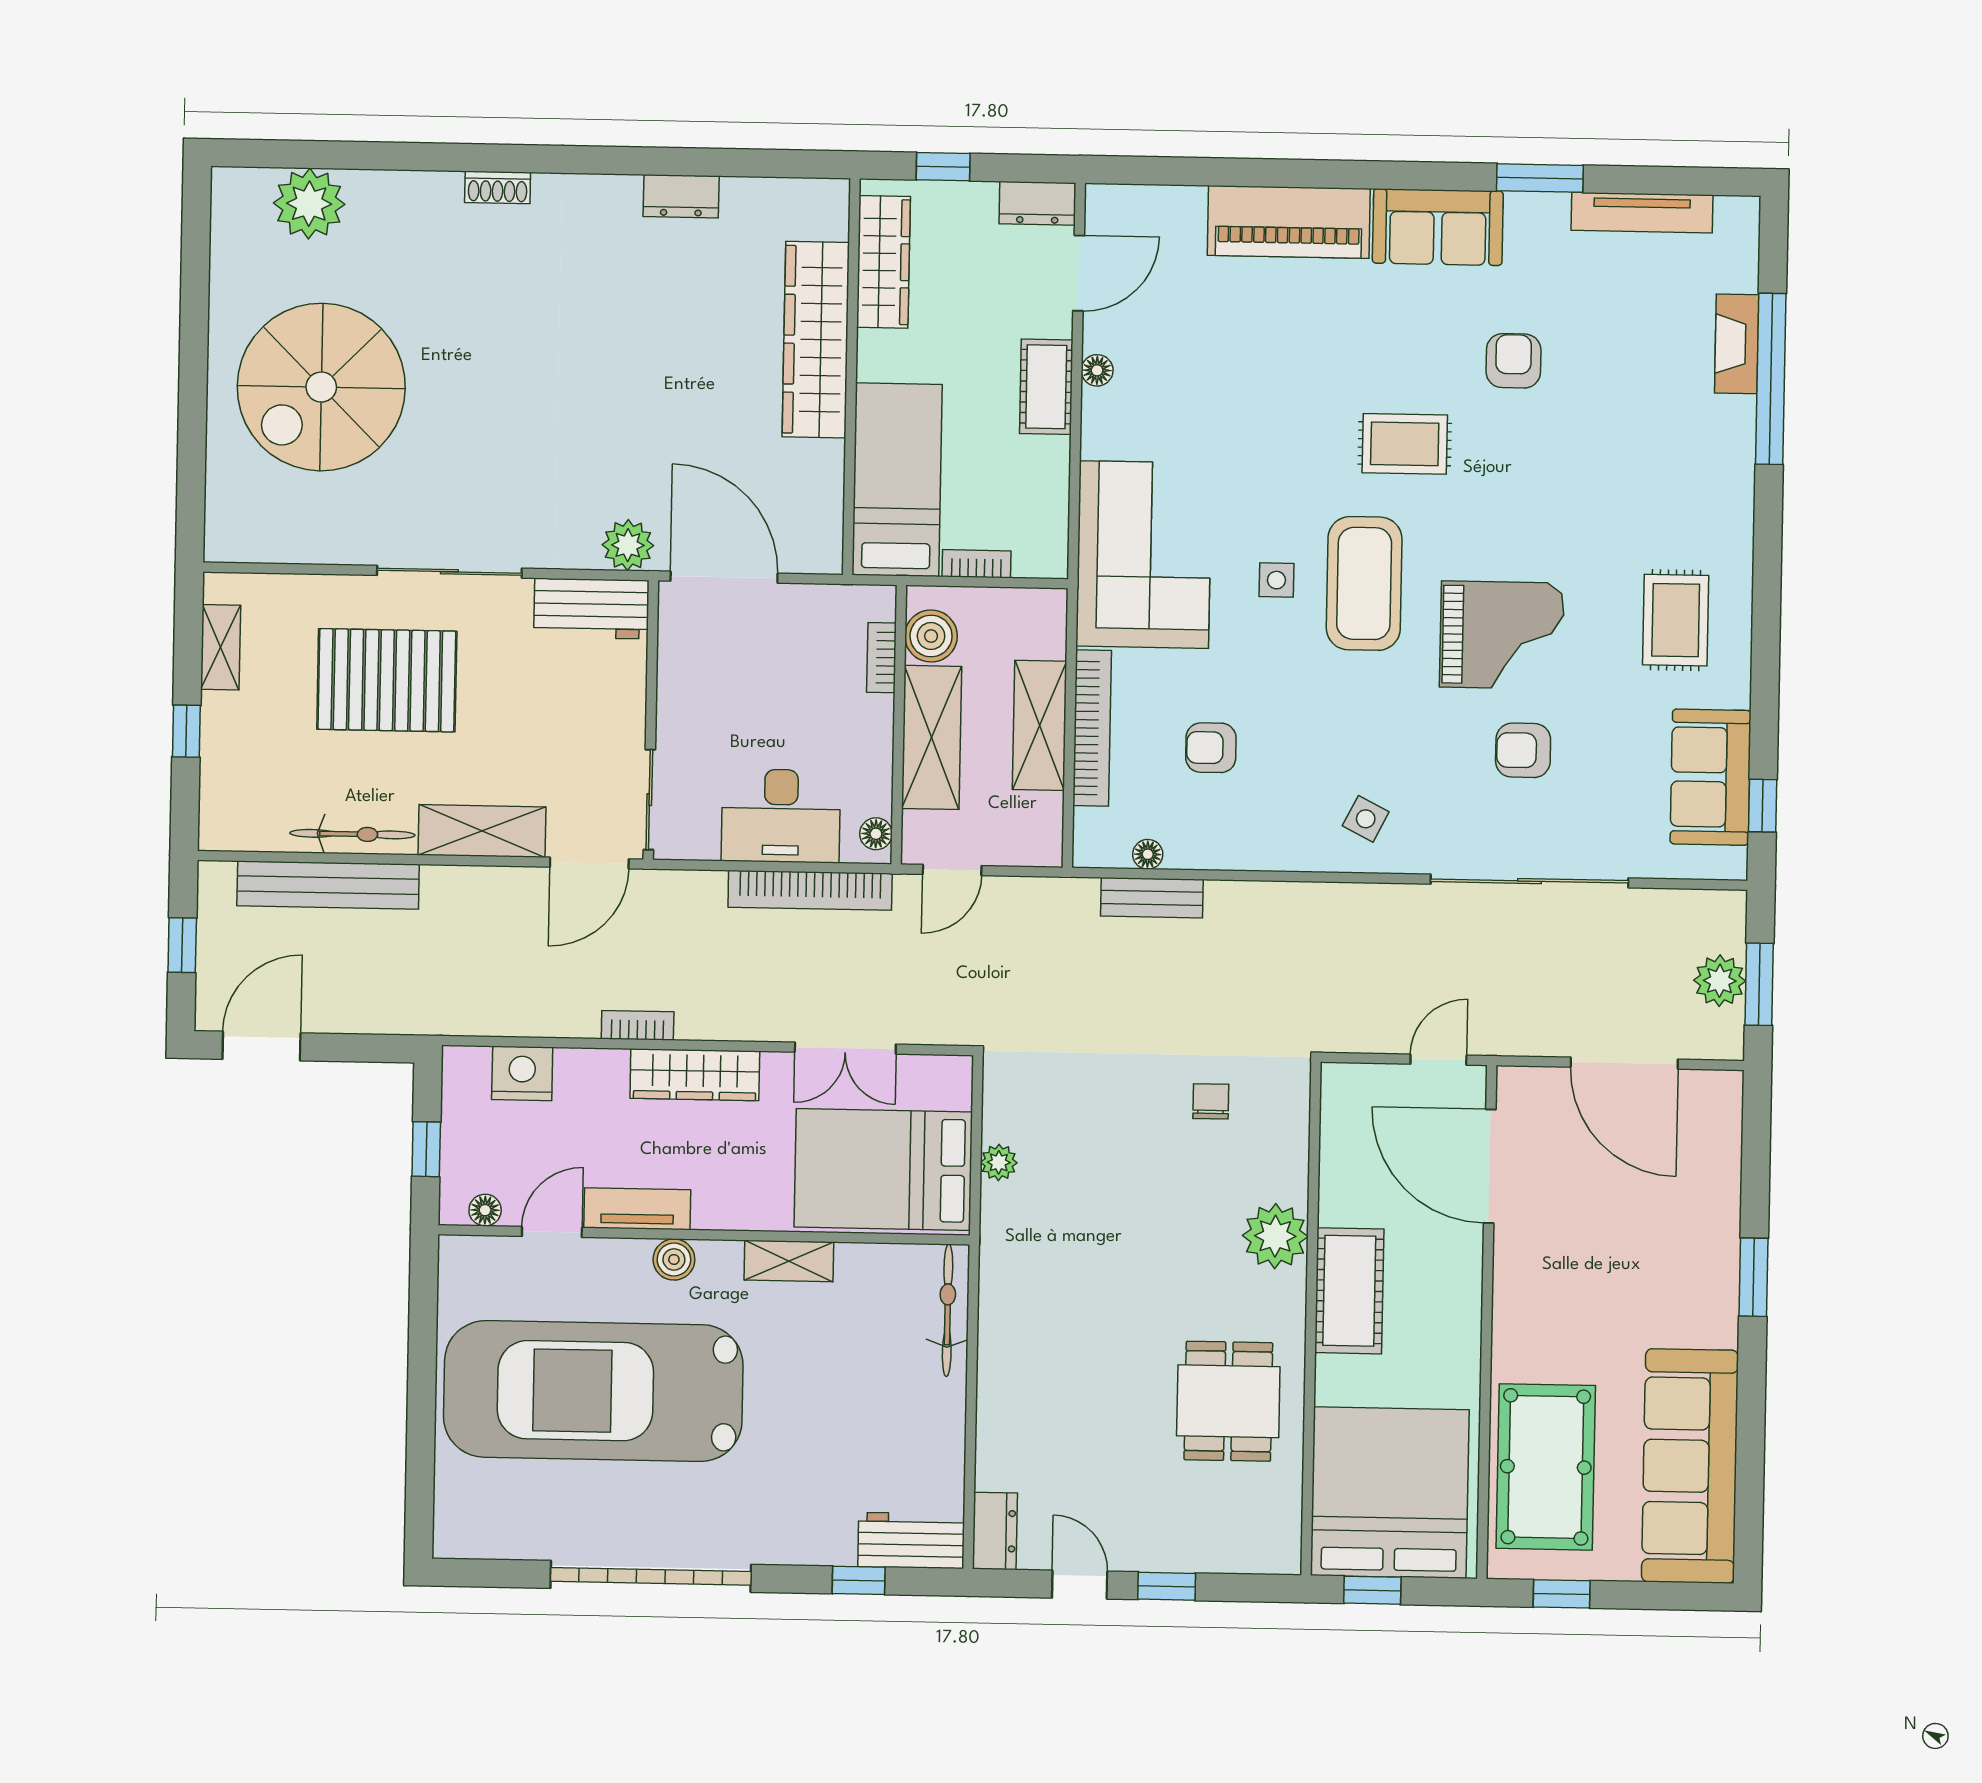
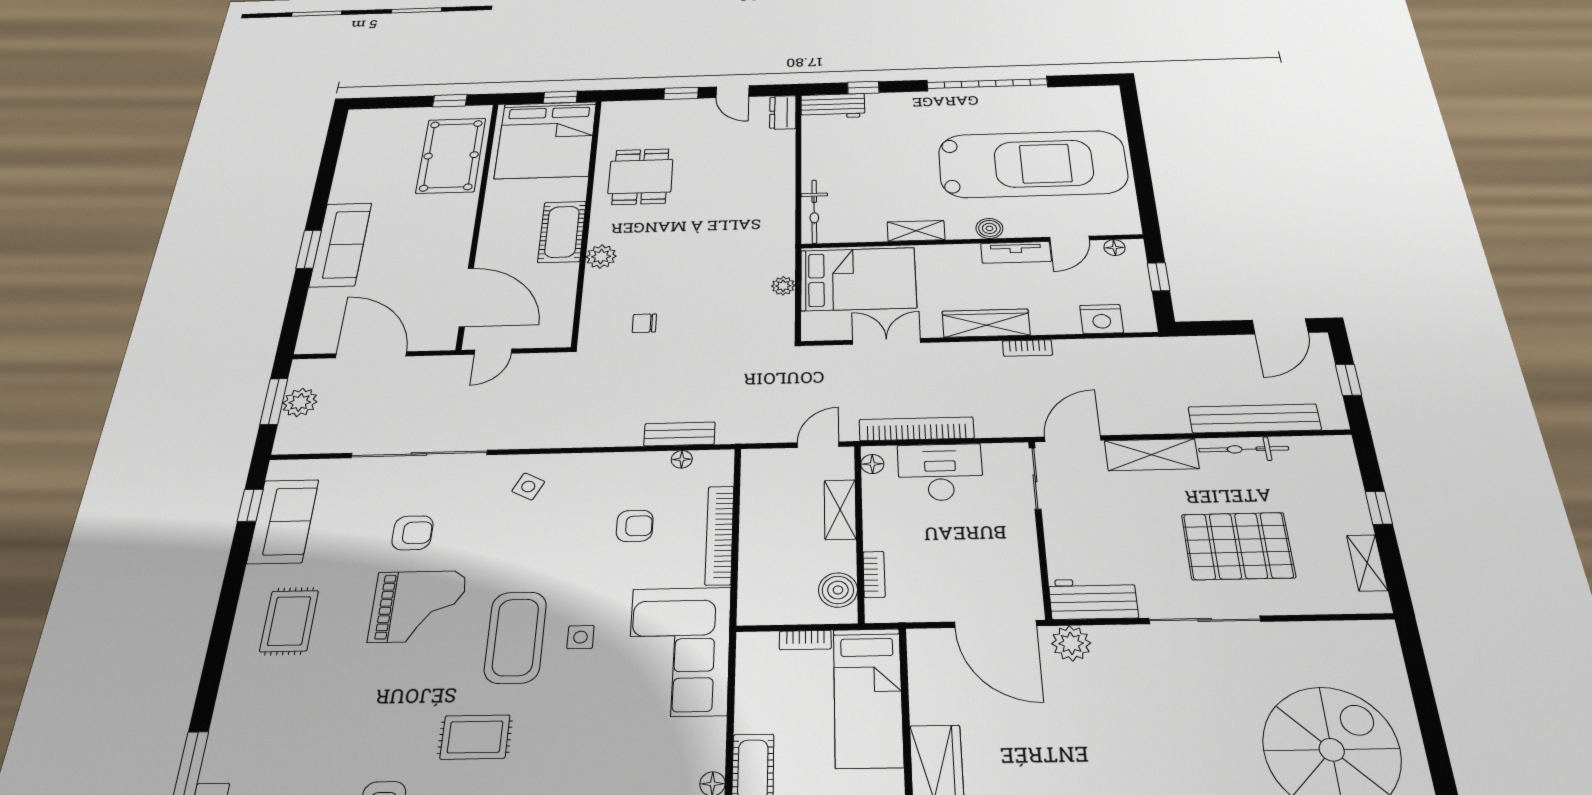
grand piano: (1502, 635) -> (418, 606), turned 180
shelving: (1040, 725) -> (757, 535), removed
shelving: (932, 737) -> (840, 510), width x0.67, depth x0.75
chair: (1211, 1101) -> (644, 323), turned 90
plant: (1275, 1236) -> (601, 257), width x0.73, depth x0.73
sofa: (1690, 1466) -> (341, 244), moved, width x0.74, depth x0.79

